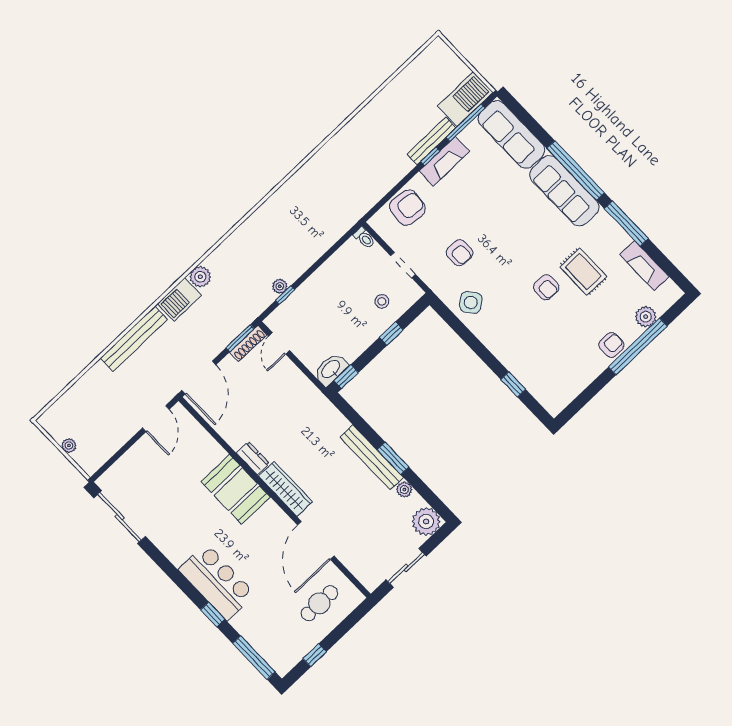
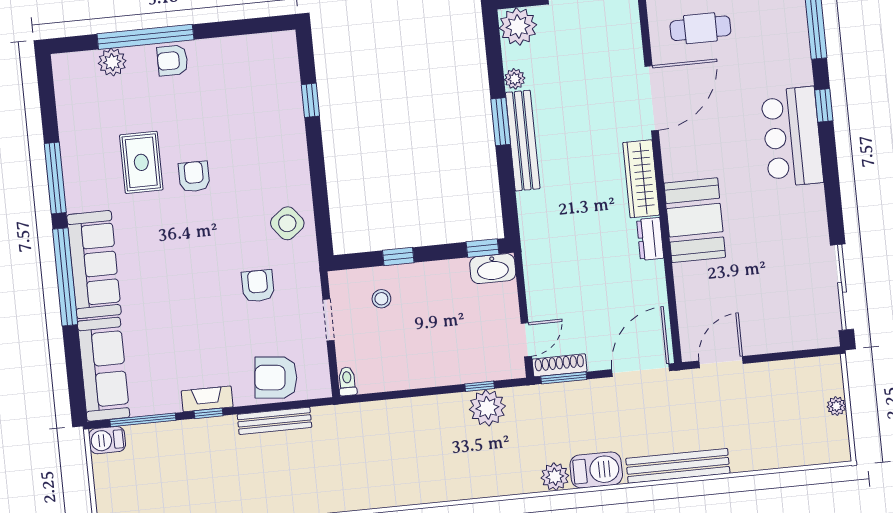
barbecue: (465, 99) -> (107, 440), width x0.53, depth x0.65
bench: (431, 141) -> (275, 421), moved
fireplace: (444, 161) -> (207, 399), width x0.73, depth x0.76
fireplace: (644, 266) -> (71, 118), removed
plant: (280, 286) -> (487, 408), width x1.87, depth x1.87

